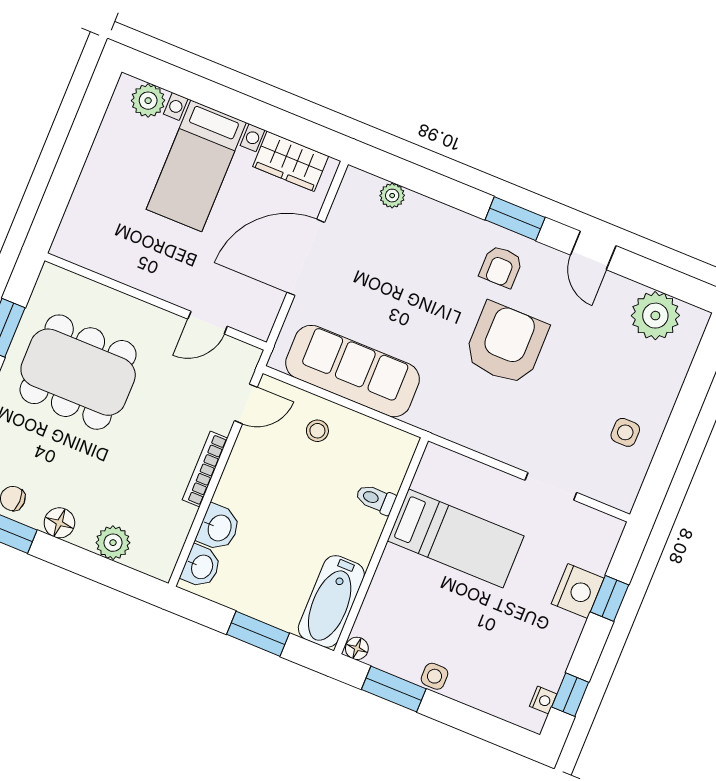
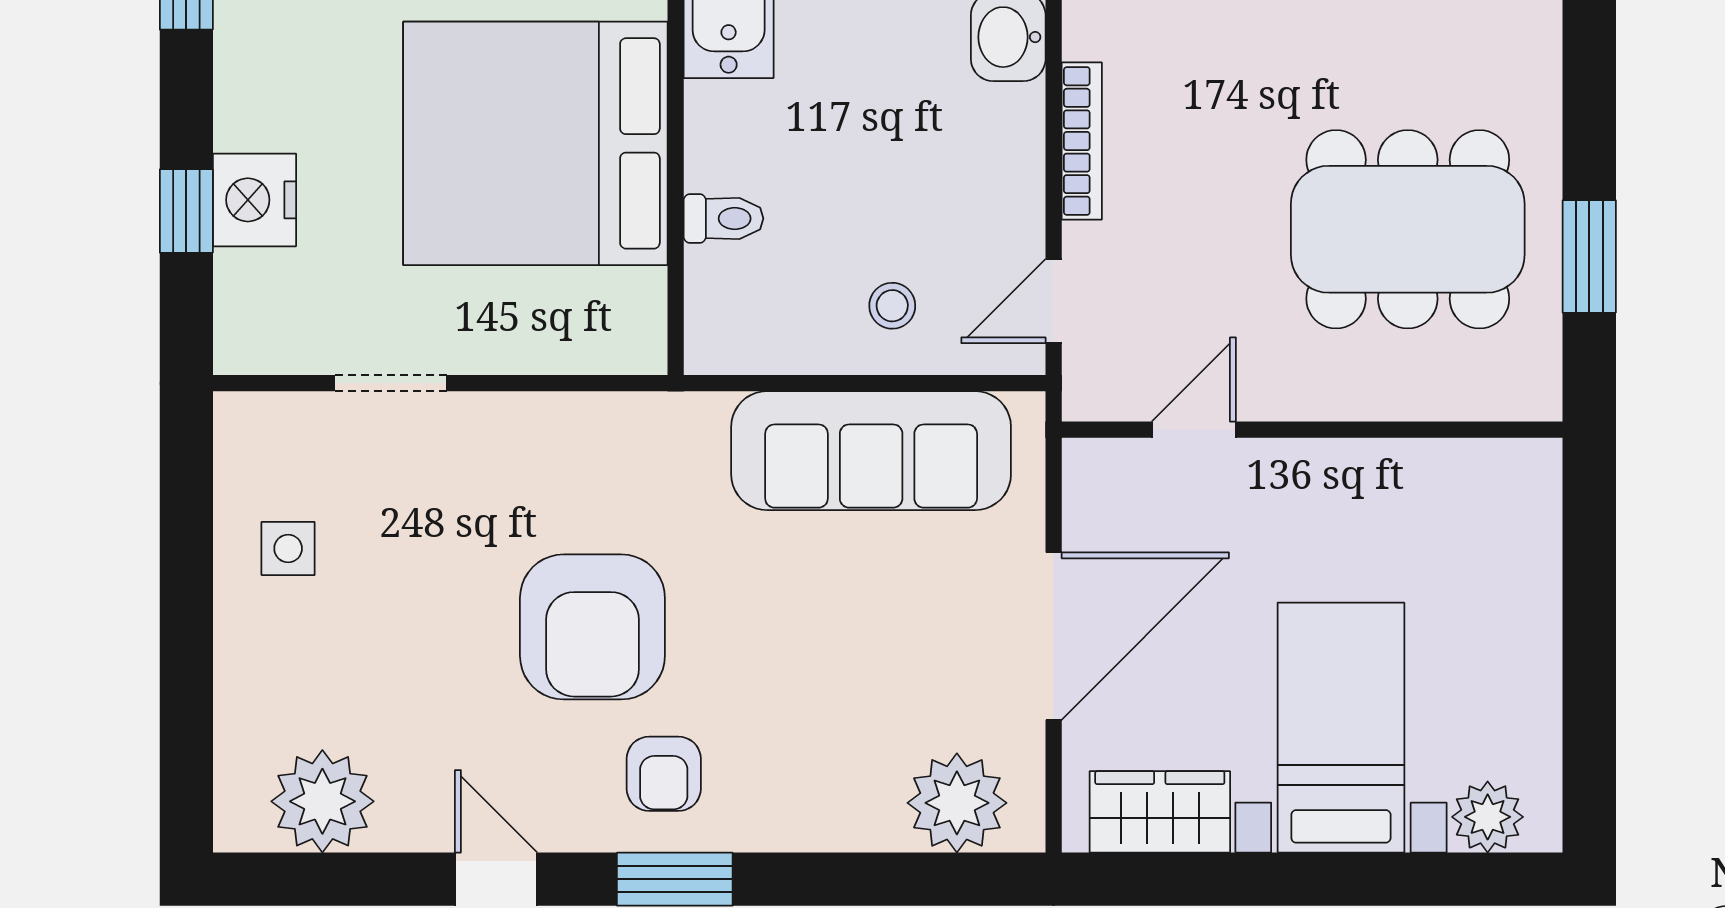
plant: (392, 196) -> (957, 803), width x1.88, depth x1.88
armchair: (501, 267) -> (664, 774), turned 180
bed: (456, 538) -> (535, 143), width x2.04

